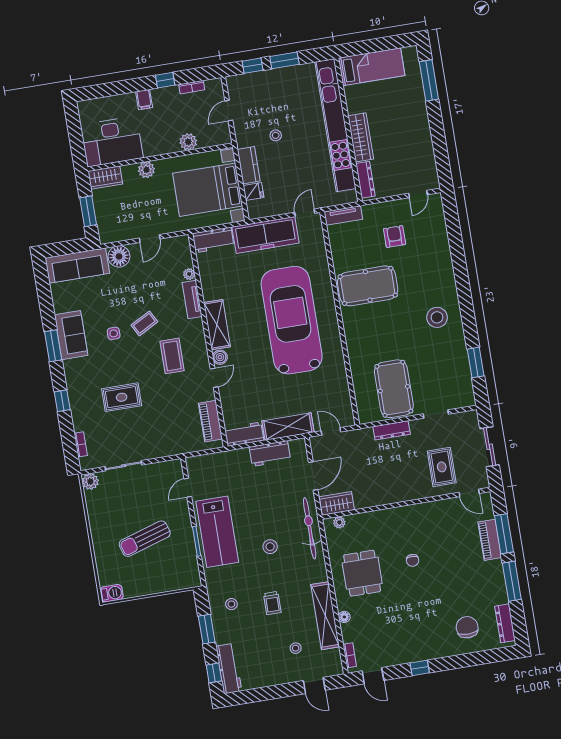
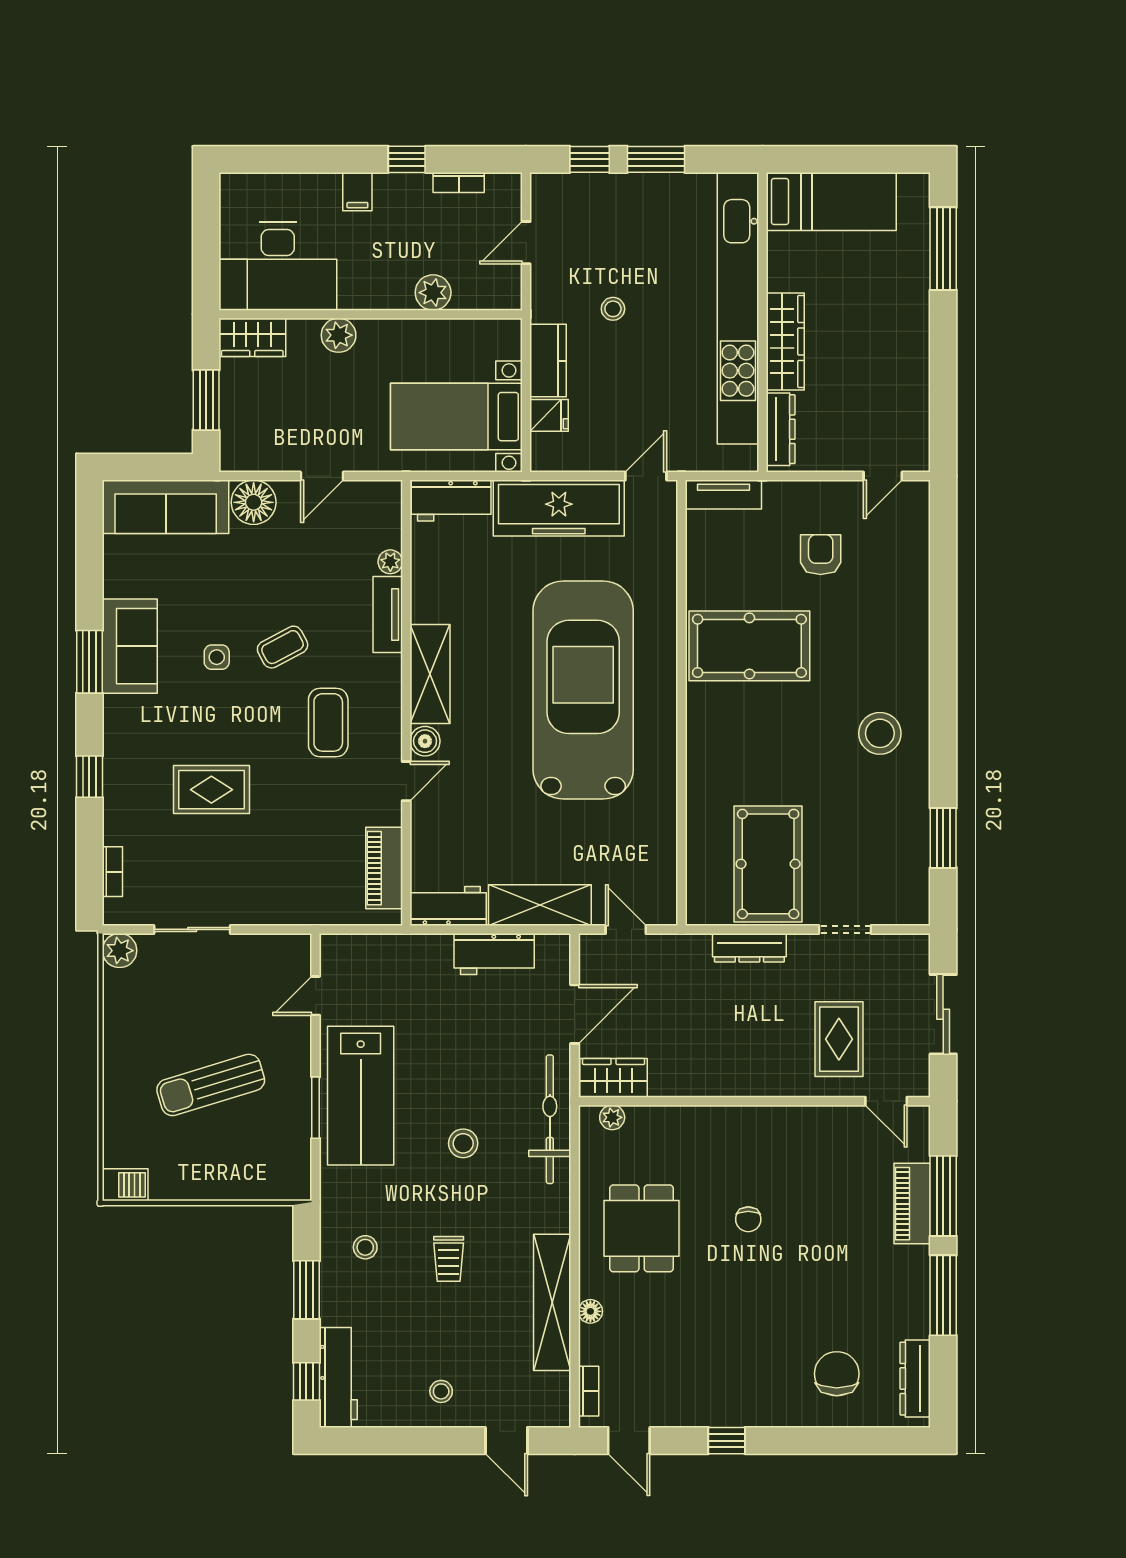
bed with nightstands: (208, 190) -> (456, 417), width x0.73
stool: (296, 648) -> (441, 1391), moved

